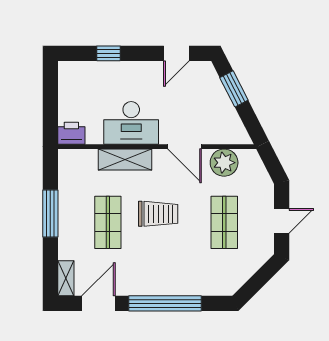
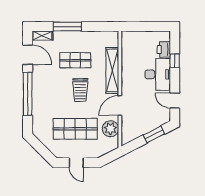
desk: (131, 123) -> (158, 74), moved, turned 180
printer: (71, 133) -> (164, 50), moved, turned 180
shelving: (125, 160) -> (112, 70), width x1.47
window: (50, 214) -> (67, 27), moved
shop shelf: (224, 222) -> (75, 129), width x1.43, depth x1.36

